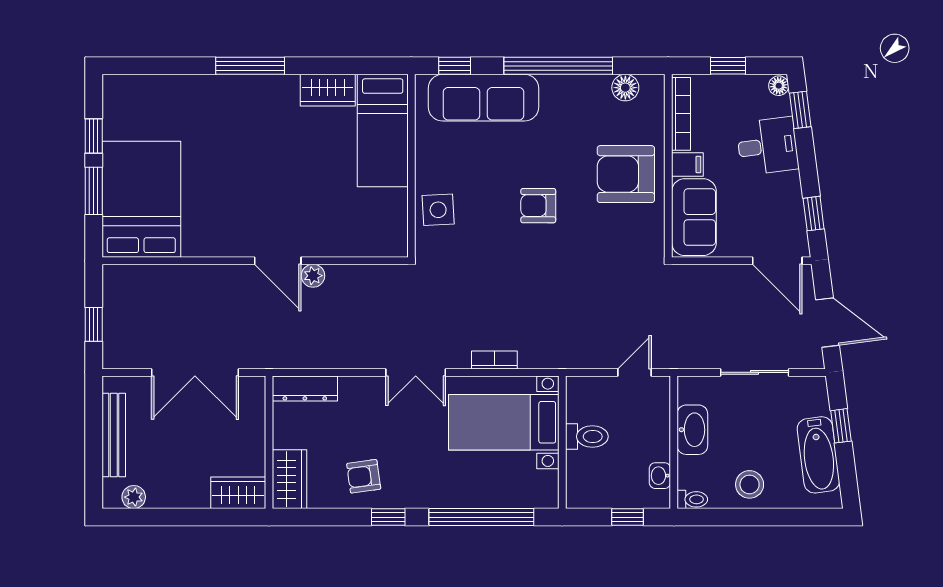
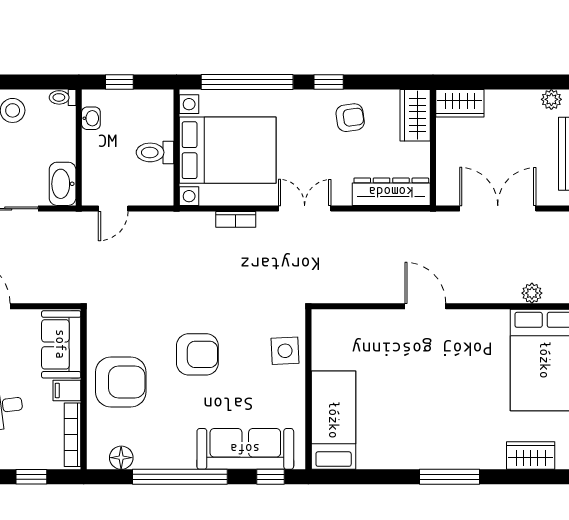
wardrobe: (328, 90) -> (531, 455), moved
armchair: (538, 206) -> (197, 354), width x1.38, depth x1.38
plant: (313, 276) -> (532, 293), moved
dresser: (305, 388) -> (391, 192), width x1.37, depth x1.24
bed with nightstands: (504, 422) -> (228, 150), width x1.36
washbasin: (692, 430) -> (63, 184), moved

